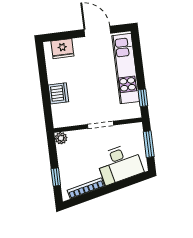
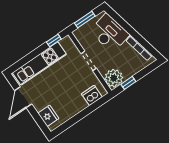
dishwasher: (58, 93) -> (92, 95), moved
plant: (61, 138) -> (114, 78), width x1.87, depth x1.87
window: (56, 177) -> (128, 83), moved

